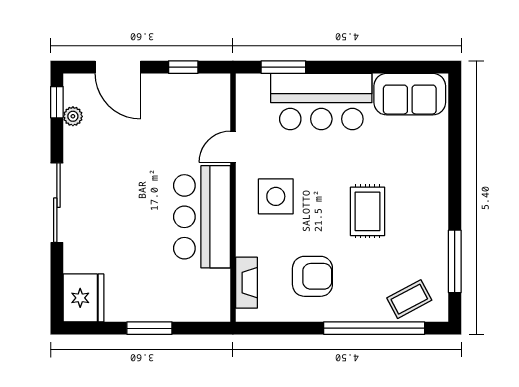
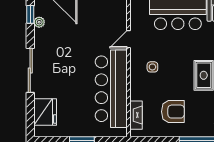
side table: (276, 196) -> (152, 67), width x0.54, depth x0.54
bar counter: (202, 217) -> (111, 89), width x1.36
fridge: (83, 298) -> (45, 112), moved

